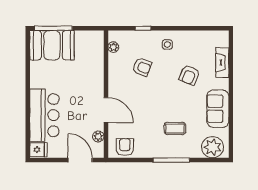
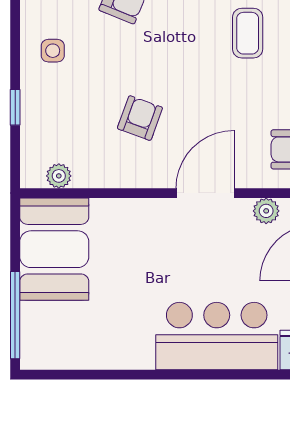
booth: (52, 45) -> (54, 249), moved
armchair: (142, 67) -> (140, 118), moved

